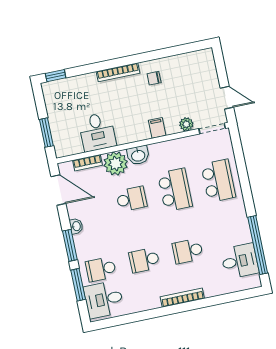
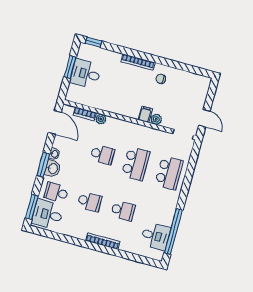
plant: (186, 124) -> (156, 119), moved
desk: (97, 132) -> (86, 74), moved, turned 90
window: (46, 133) -> (70, 67), moved
washbasin: (138, 155) -> (53, 169), moved, turned -90
plant: (116, 164) -> (101, 119), width x0.53, depth x0.53
school desk: (188, 251) -> (123, 211), turned 180
school desk: (144, 260) -> (90, 201), turned 180
window: (78, 285) -> (32, 207), moved

